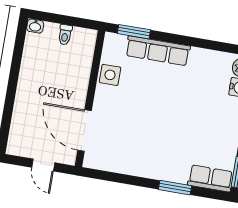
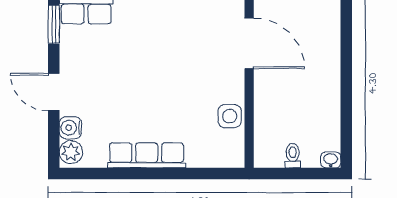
window: (134, 32) -> (210, 174), removed
row of seats: (158, 51) -> (147, 155), moved

